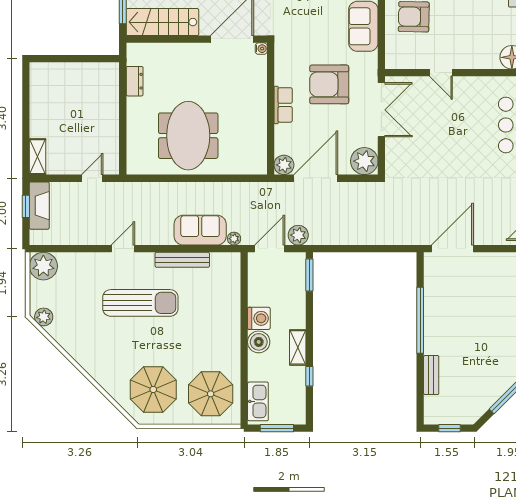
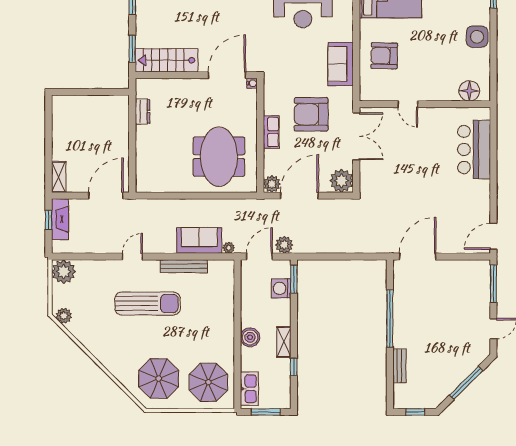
meeting table: (188, 136) -> (219, 157), moved
door: (92, 178) -> (106, 196), width x1.88
washing machine: (259, 318) -> (281, 288), moved, turned 180

